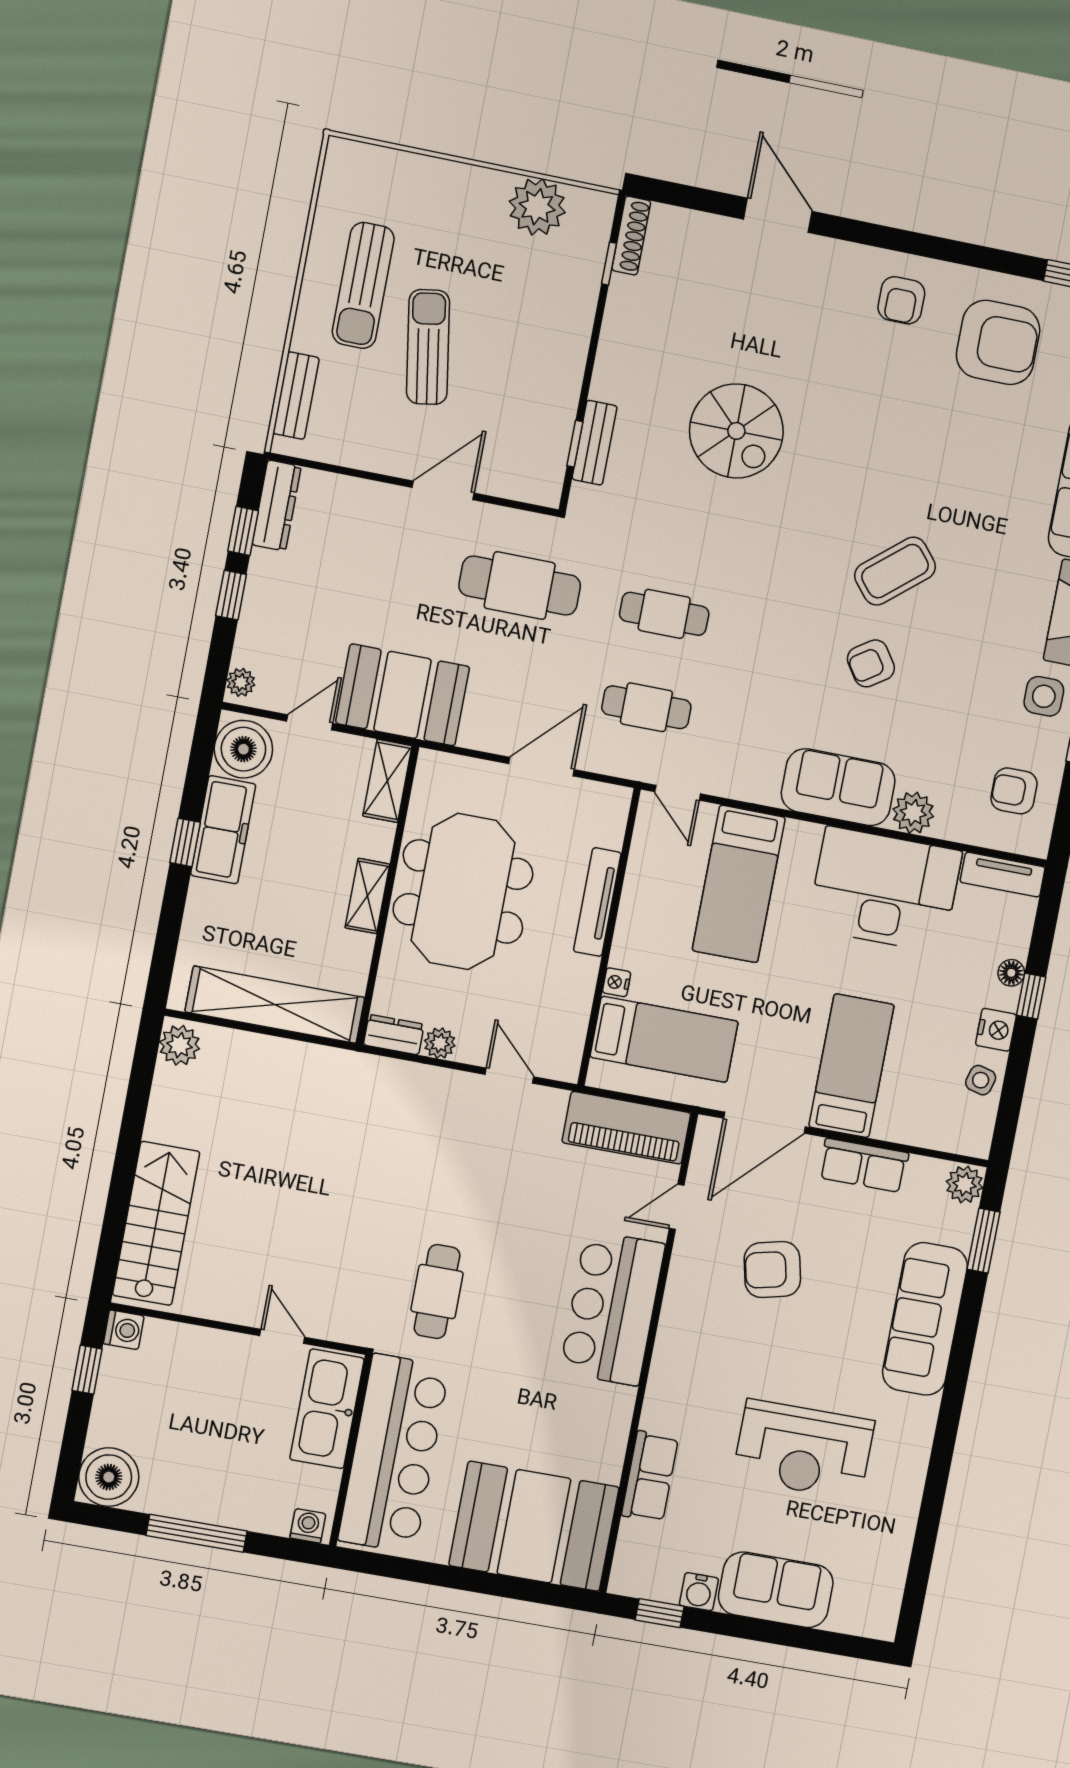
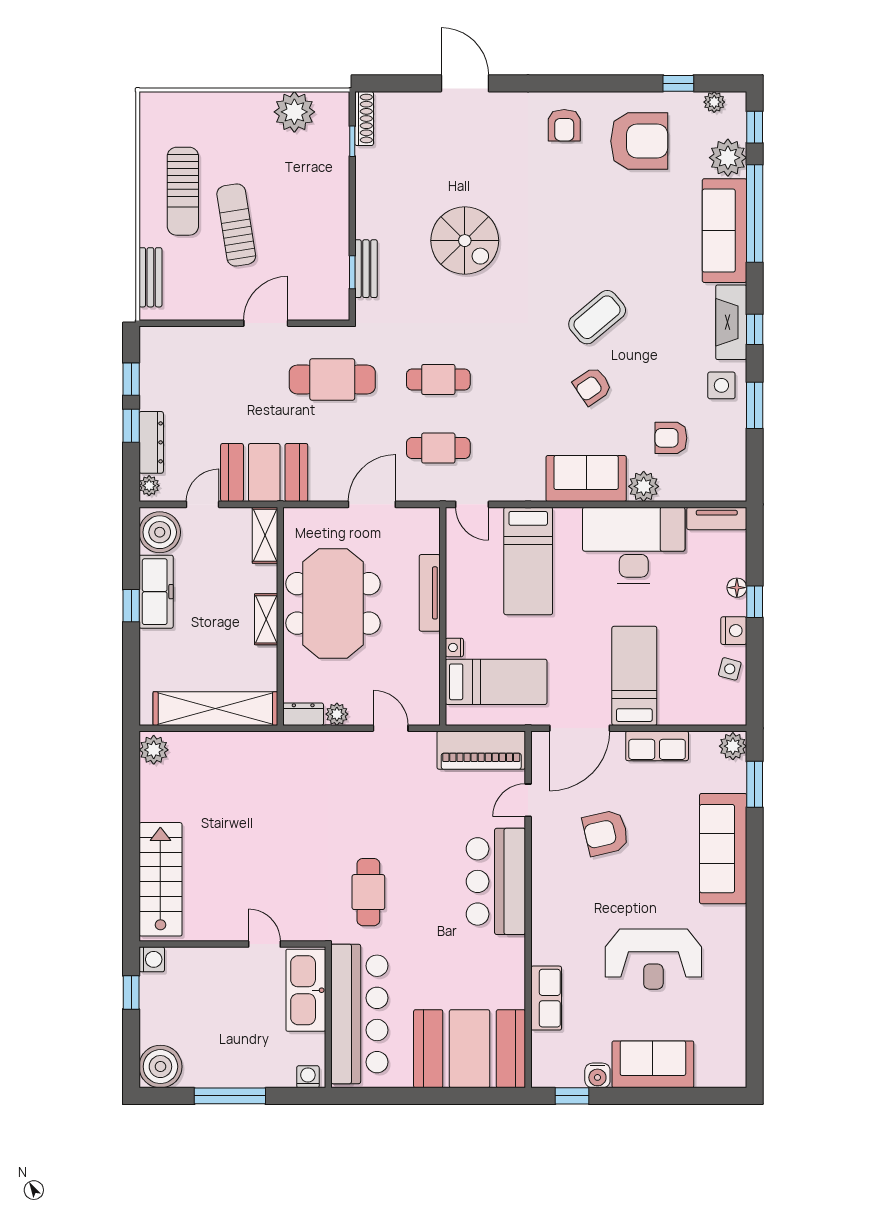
dresser: (277, 506) -> (151, 442), moved
armchair: (1014, 791) -> (671, 438), moved

